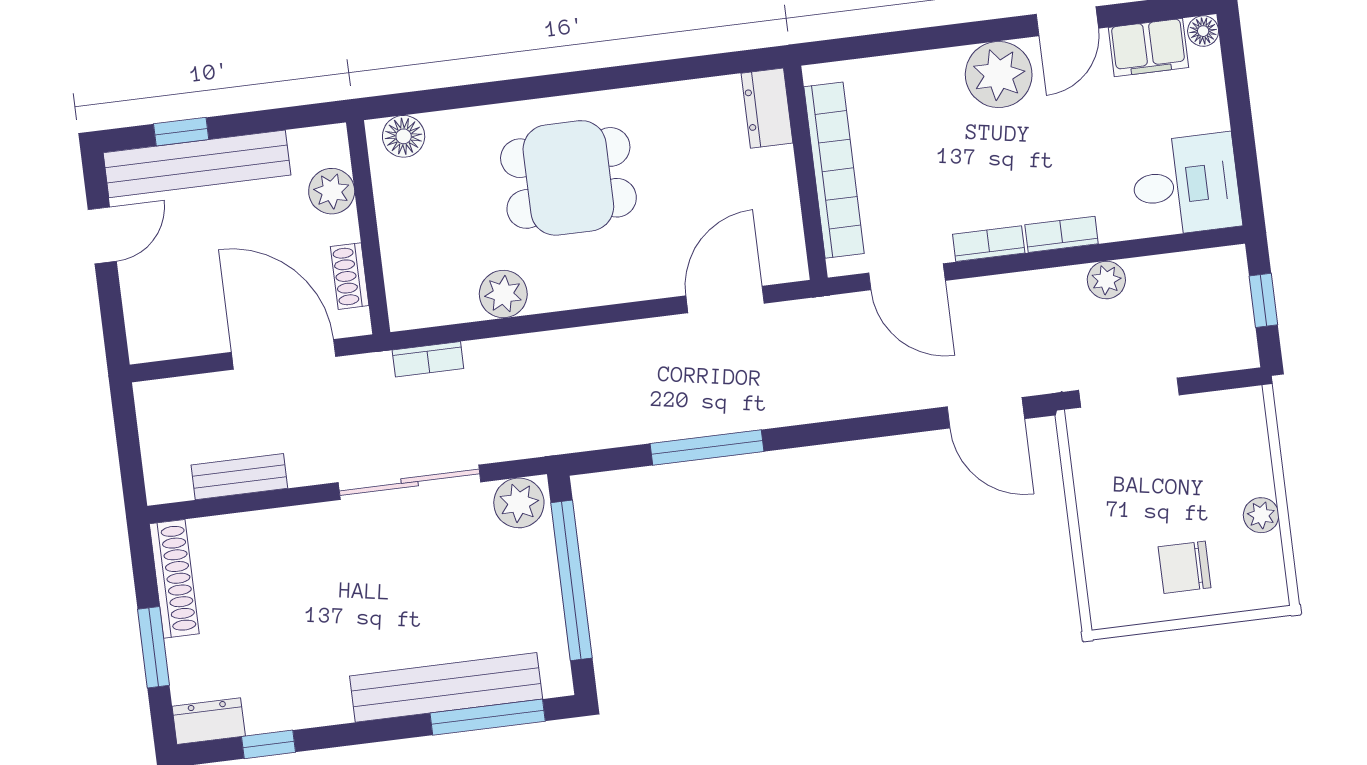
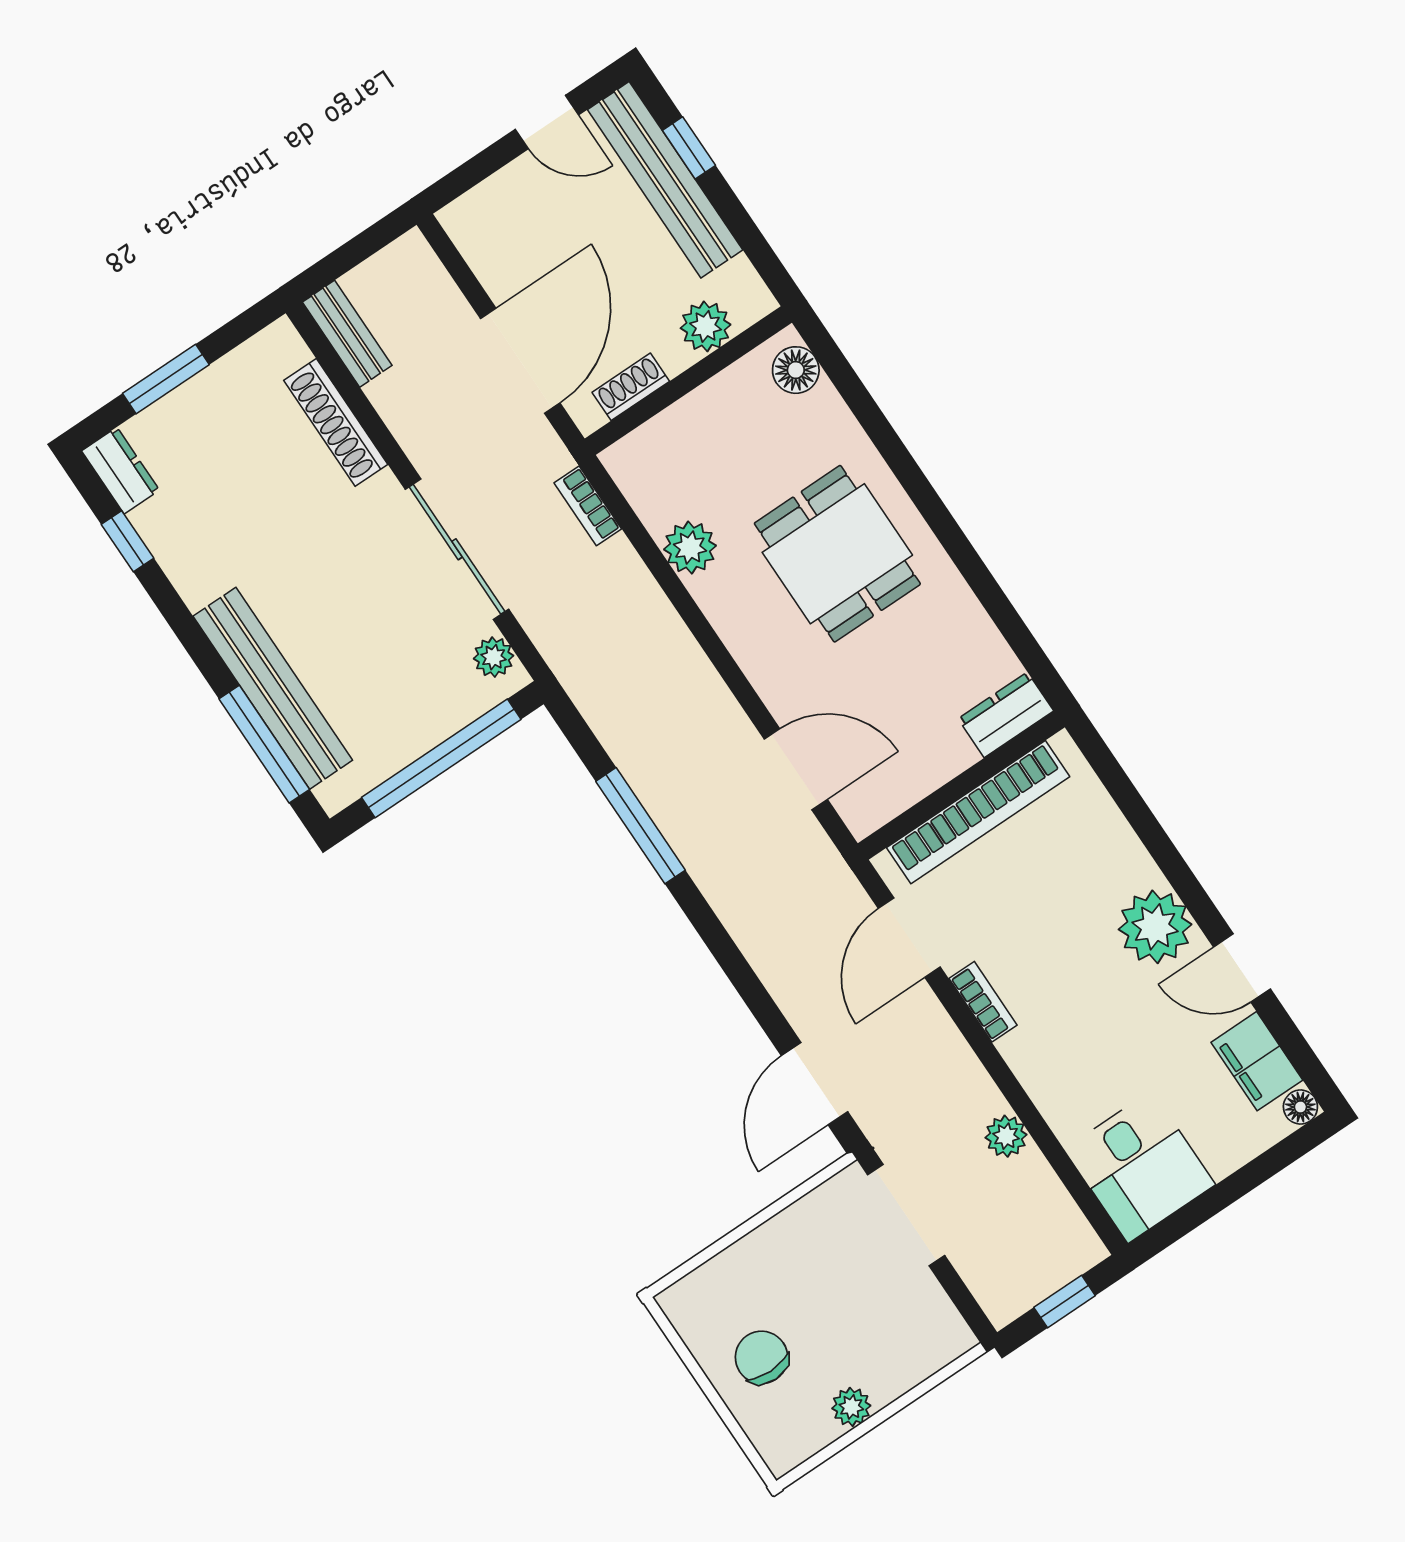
bookcase: (1062, 234) -> (1029, 1069), removed
bench: (239, 477) -> (347, 334), moved
plant: (519, 503) -> (494, 657), width x0.73, depth x0.73
shoe rack: (174, 579) -> (336, 422), moved, turned 90

